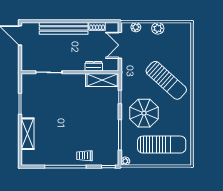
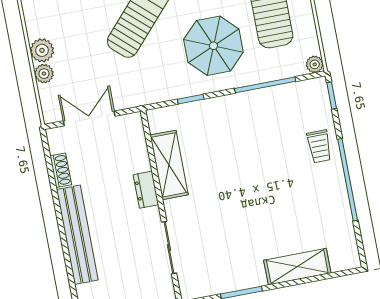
plant: (136, 27) -> (44, 74), moved
double door: (120, 45) -> (89, 118), swing flipped
dresser: (94, 66) -> (146, 190), moved
shelving: (102, 80) -> (169, 165), moved

